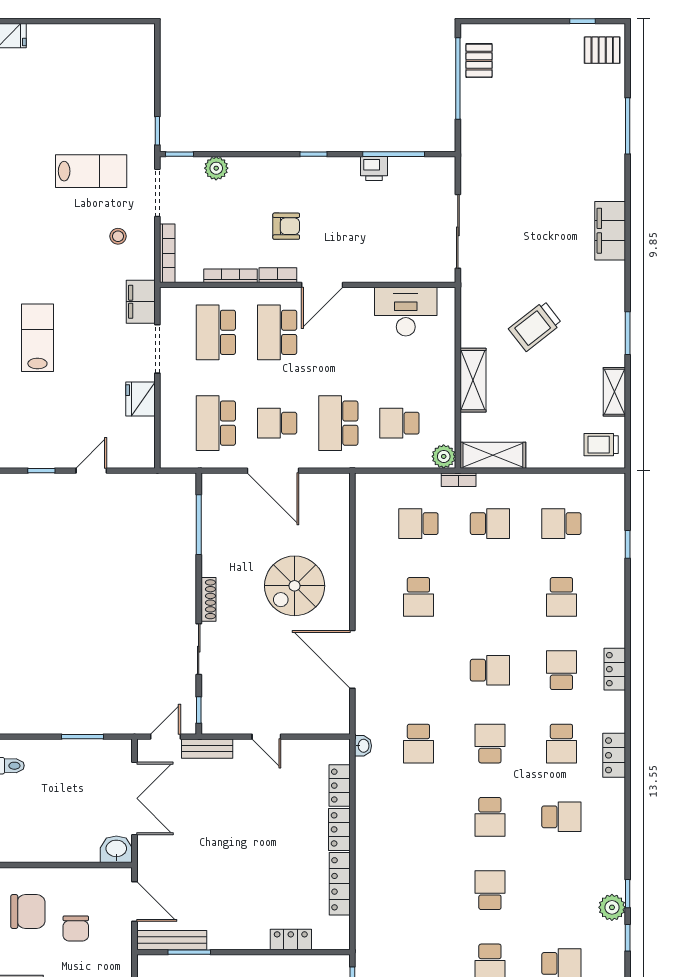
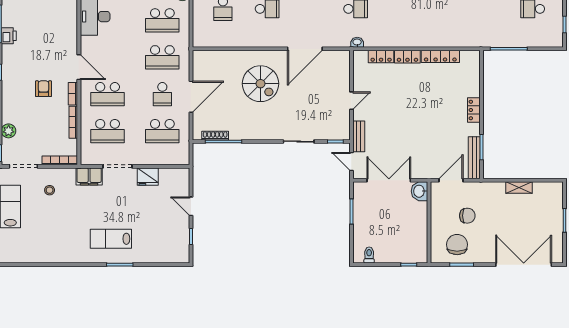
school desk: (399, 423) -> (162, 20), width x1.85
shoe rack: (208, 599) -> (215, 136), moved
locker: (291, 940) -> (474, 110), moved

